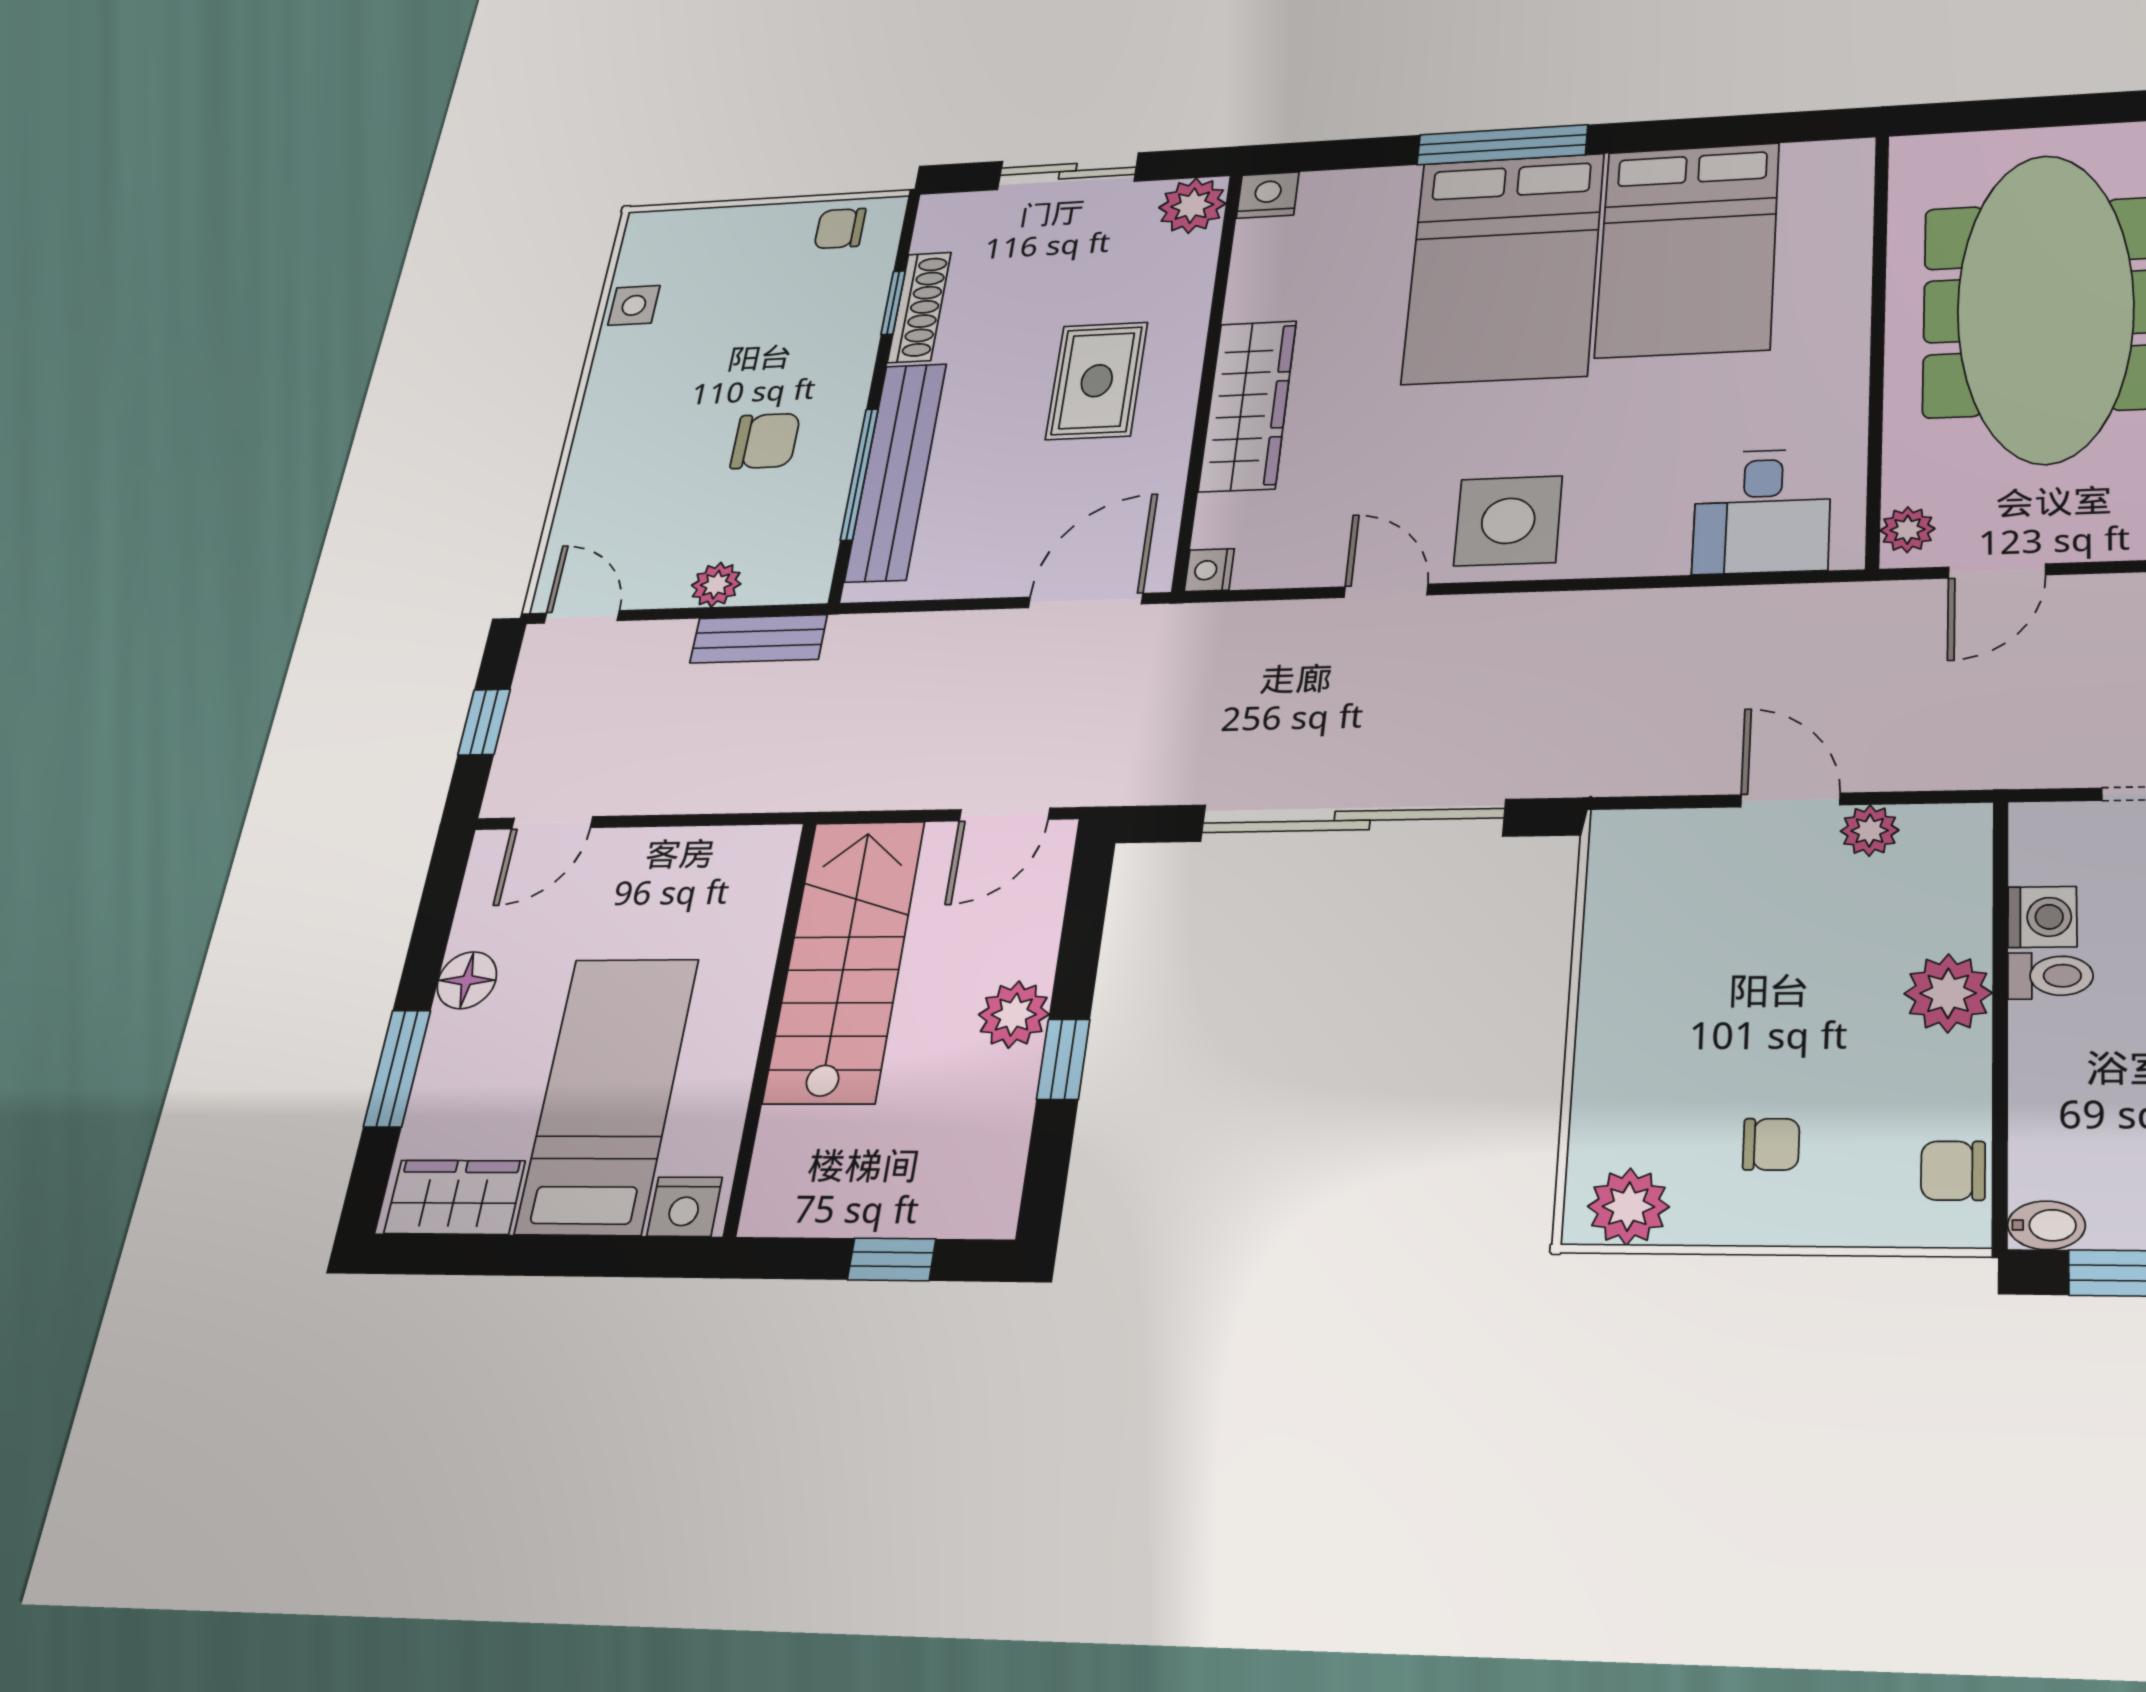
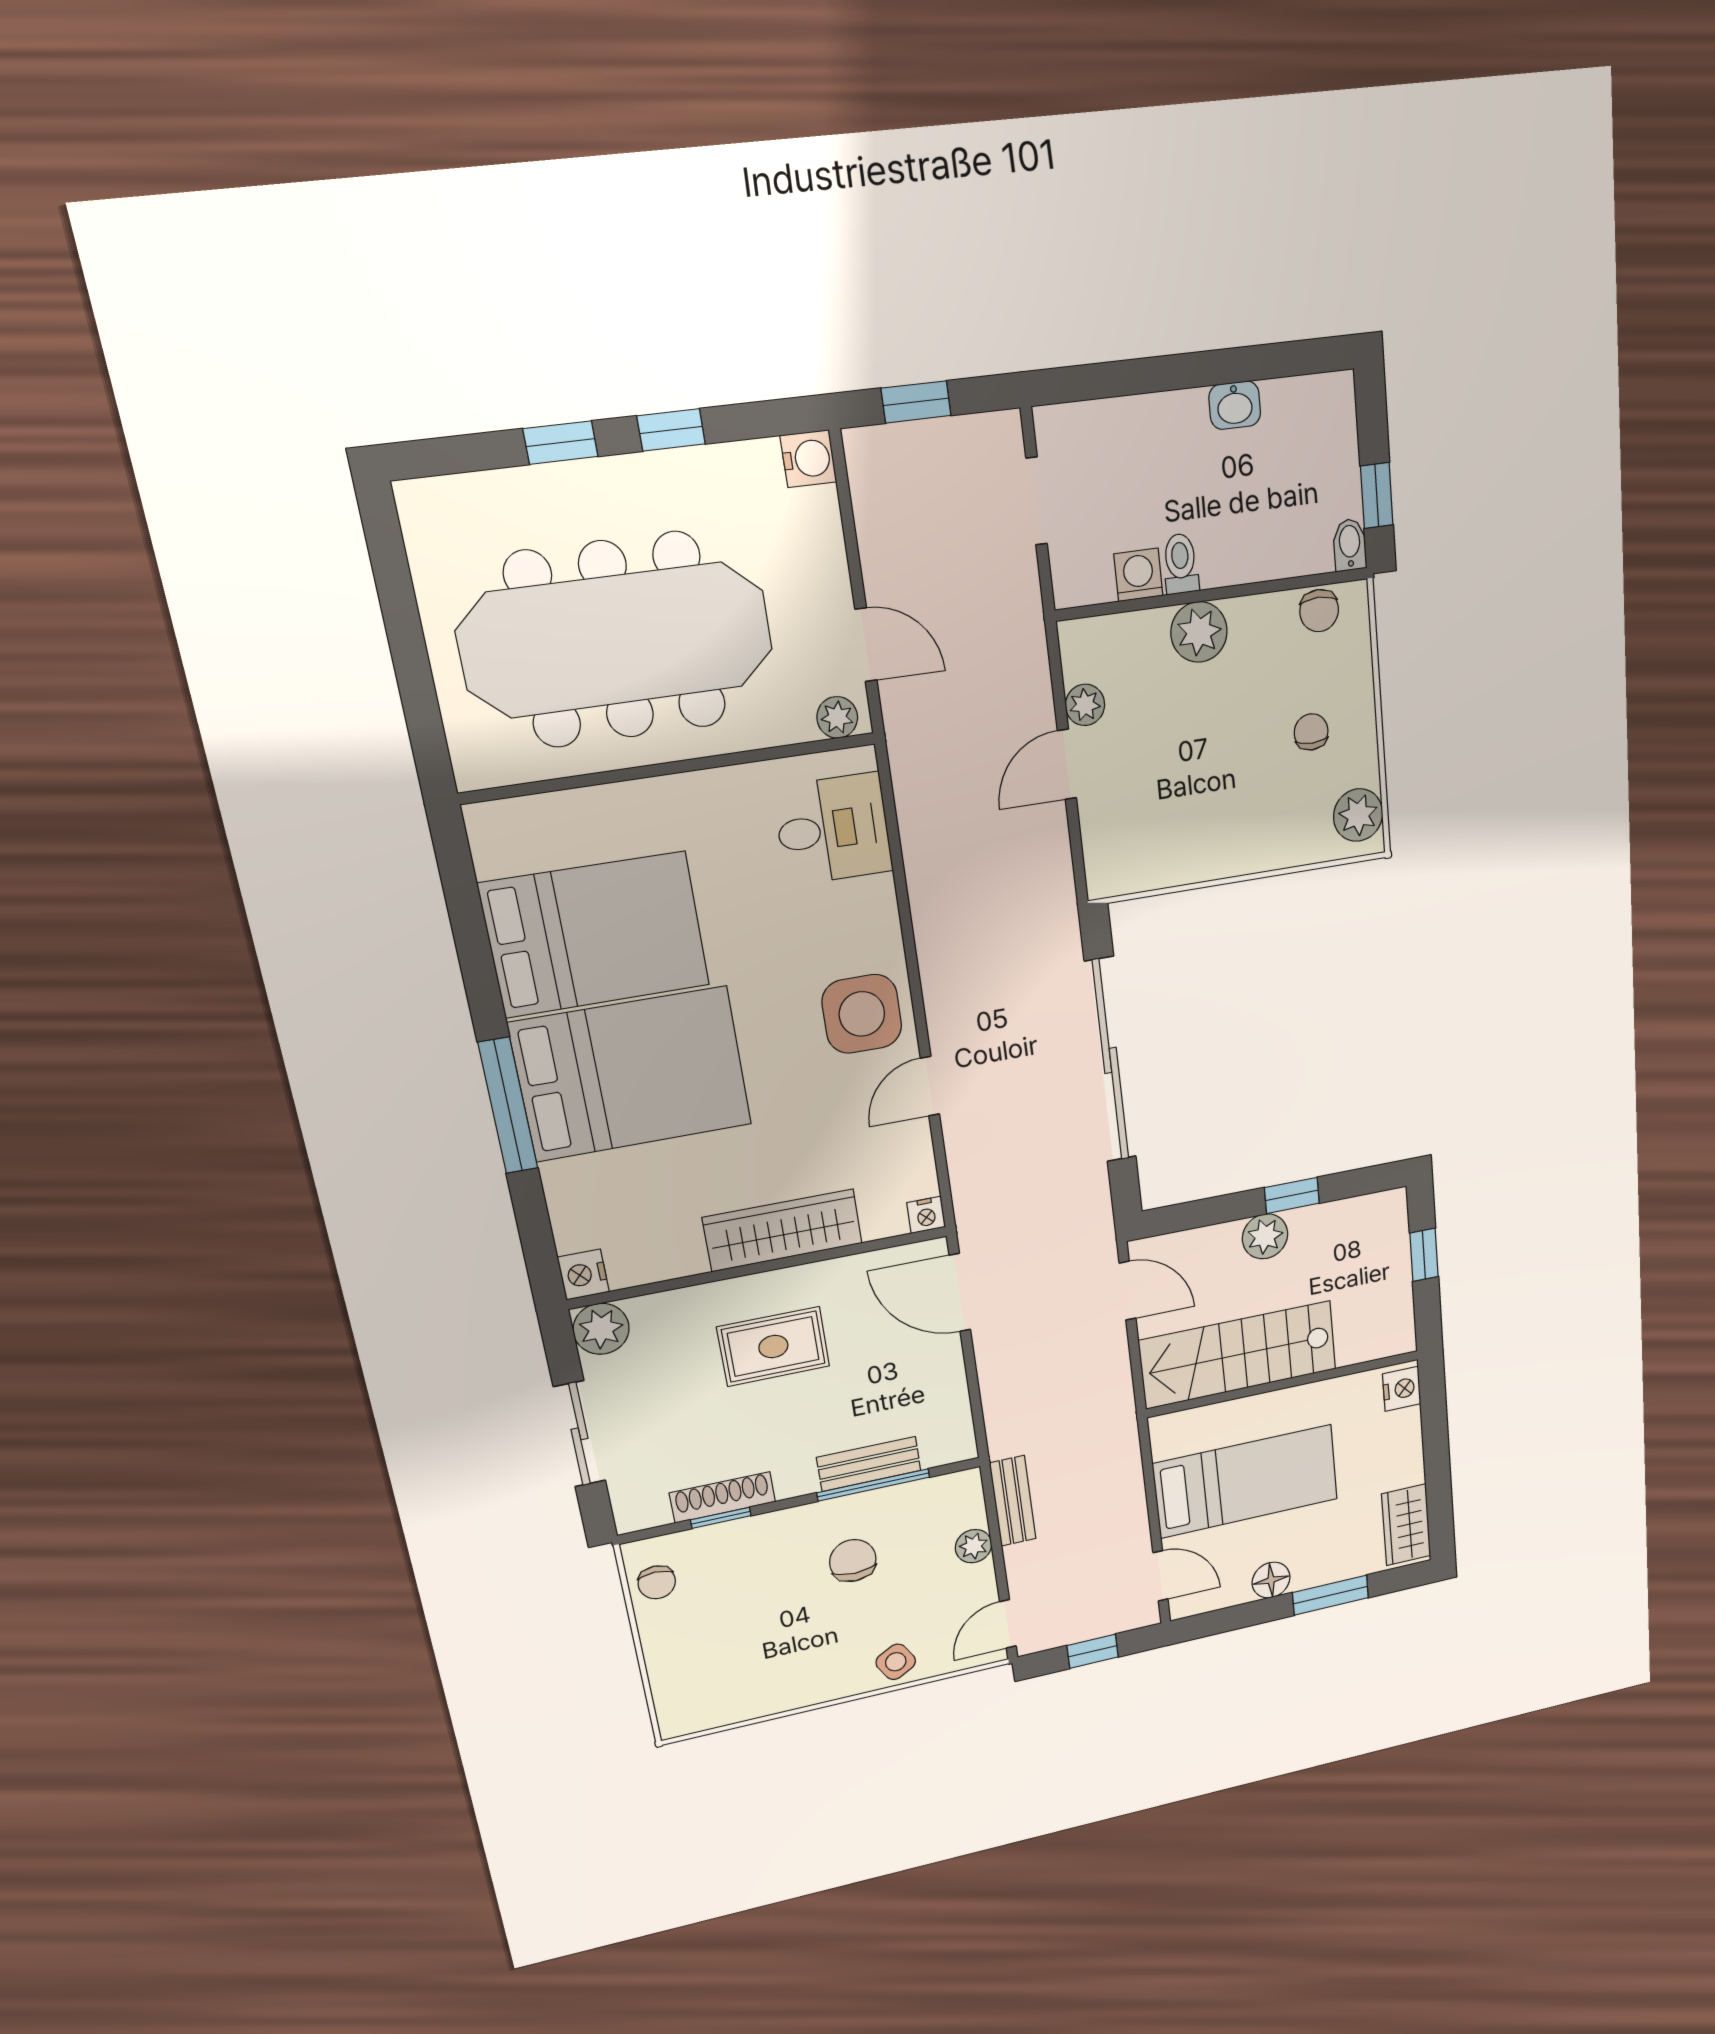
side table: (634, 305) -> (896, 1662), moved, turned -30
bench: (896, 471) -> (869, 1464), width x0.54, depth x0.82
bed: (608, 1095) -> (1246, 1481), moved, turned 180

